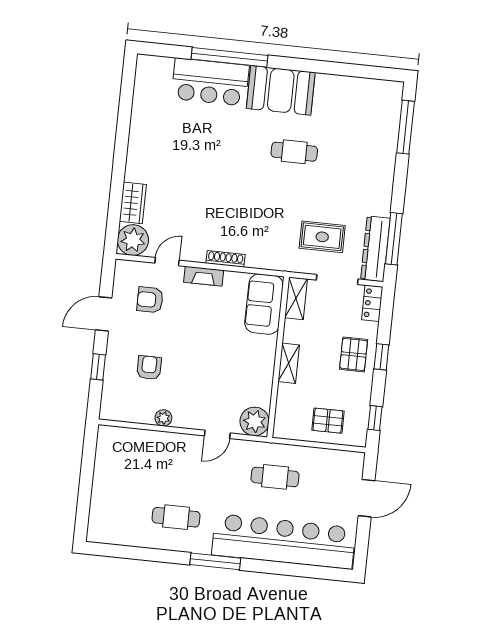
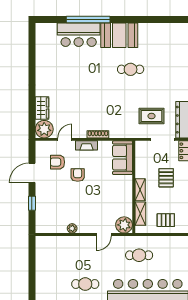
shelving: (296, 298) -> (140, 214), moved
pallet: (354, 354) -> (166, 178), moved
armchair: (149, 368) -> (78, 175), moved

